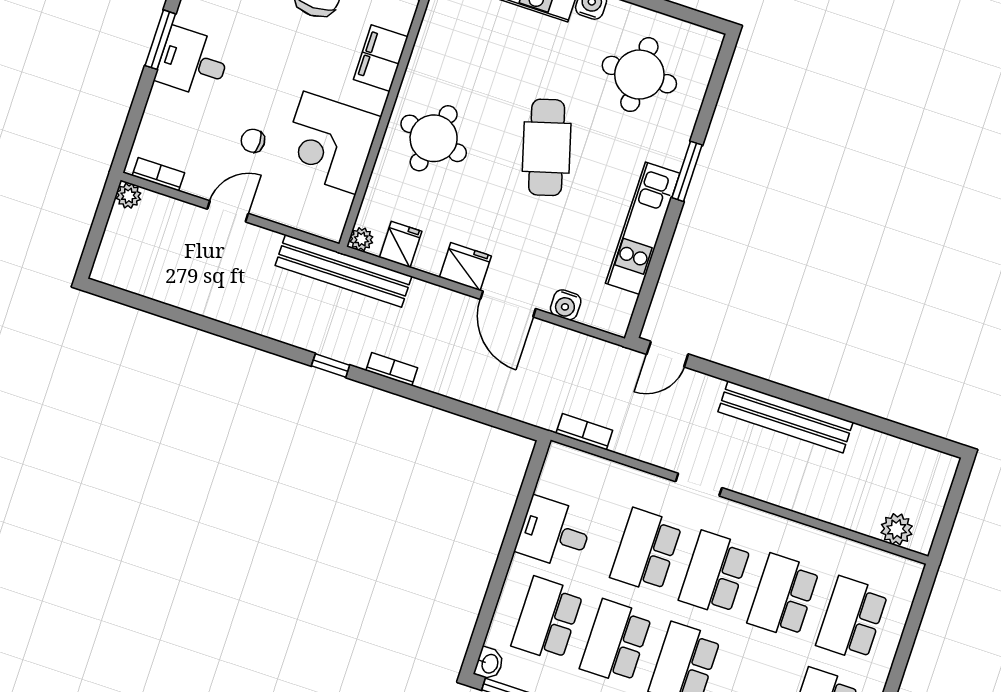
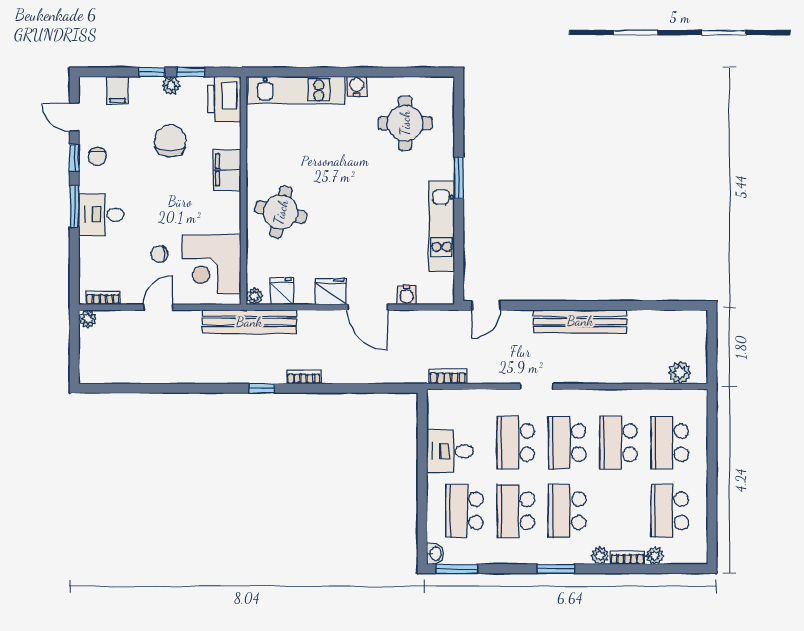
corner desk: (330, 143) -> (212, 264), moved
cafe table: (547, 147) -> (359, 193), removed

